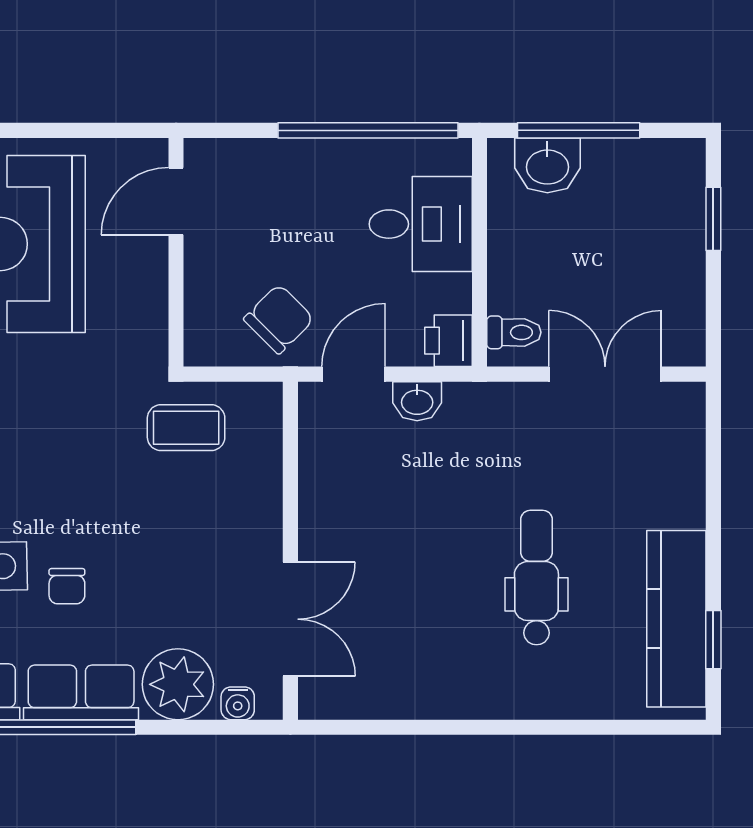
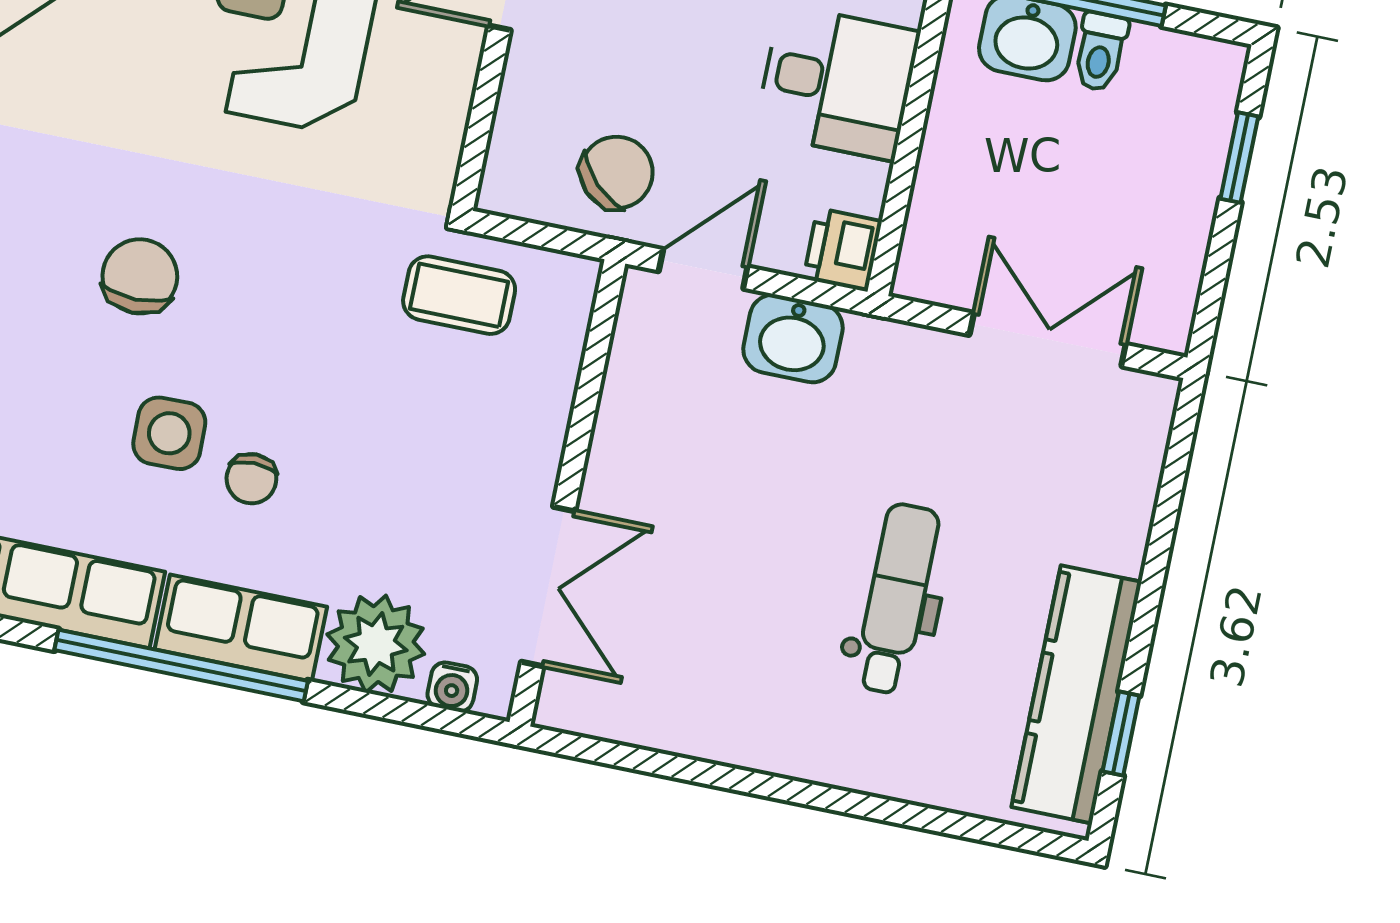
toilet: (514, 332) -> (1100, 52), moved, turned 90
washbasin: (417, 401) -> (793, 338), width x1.38, depth x1.45

